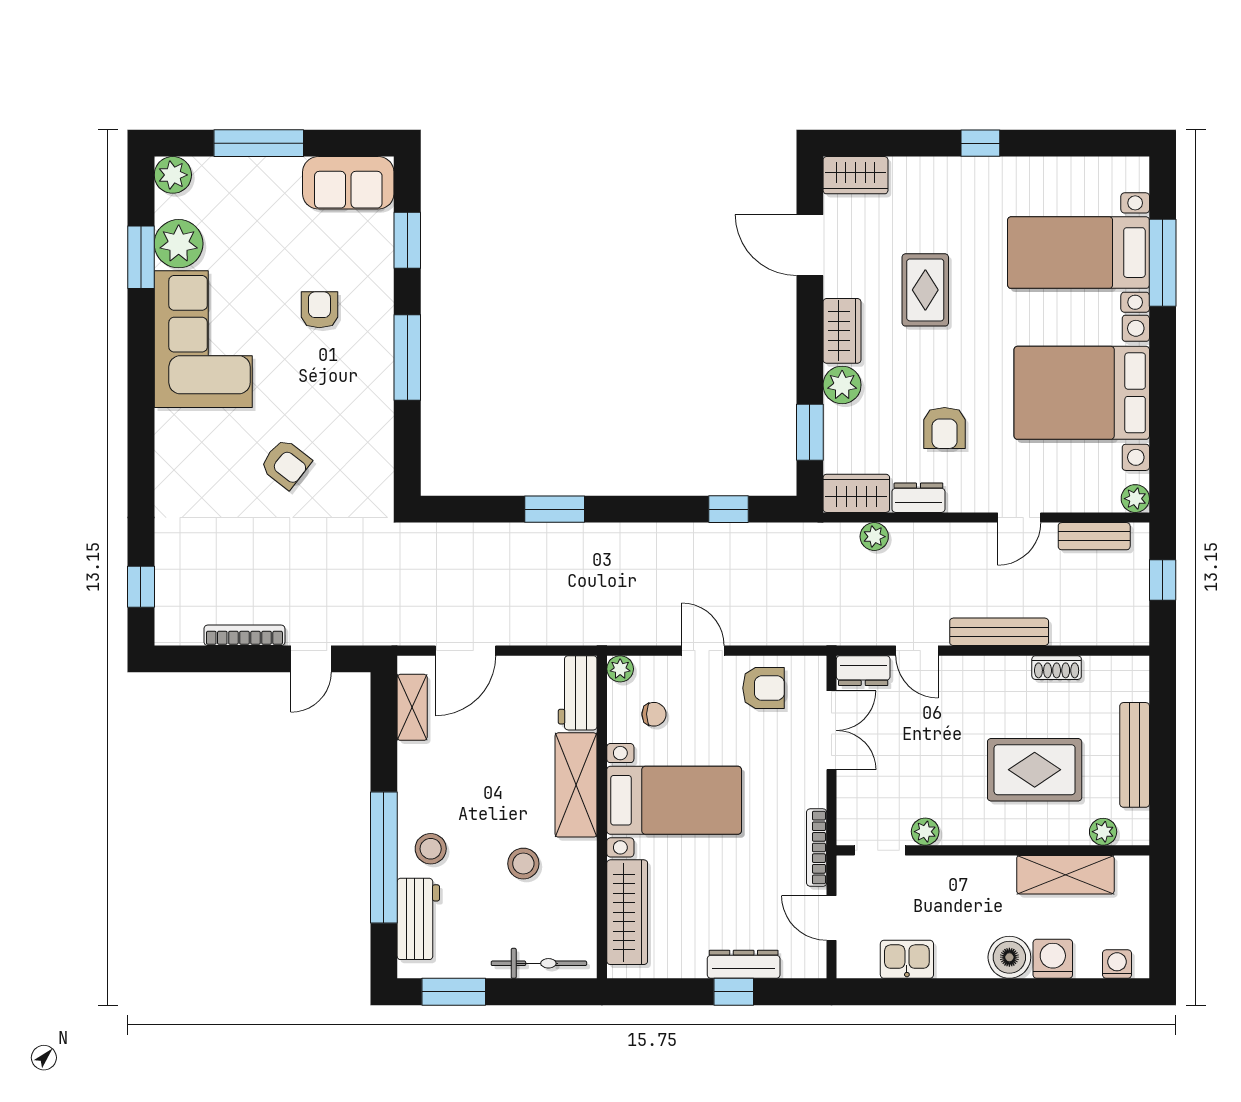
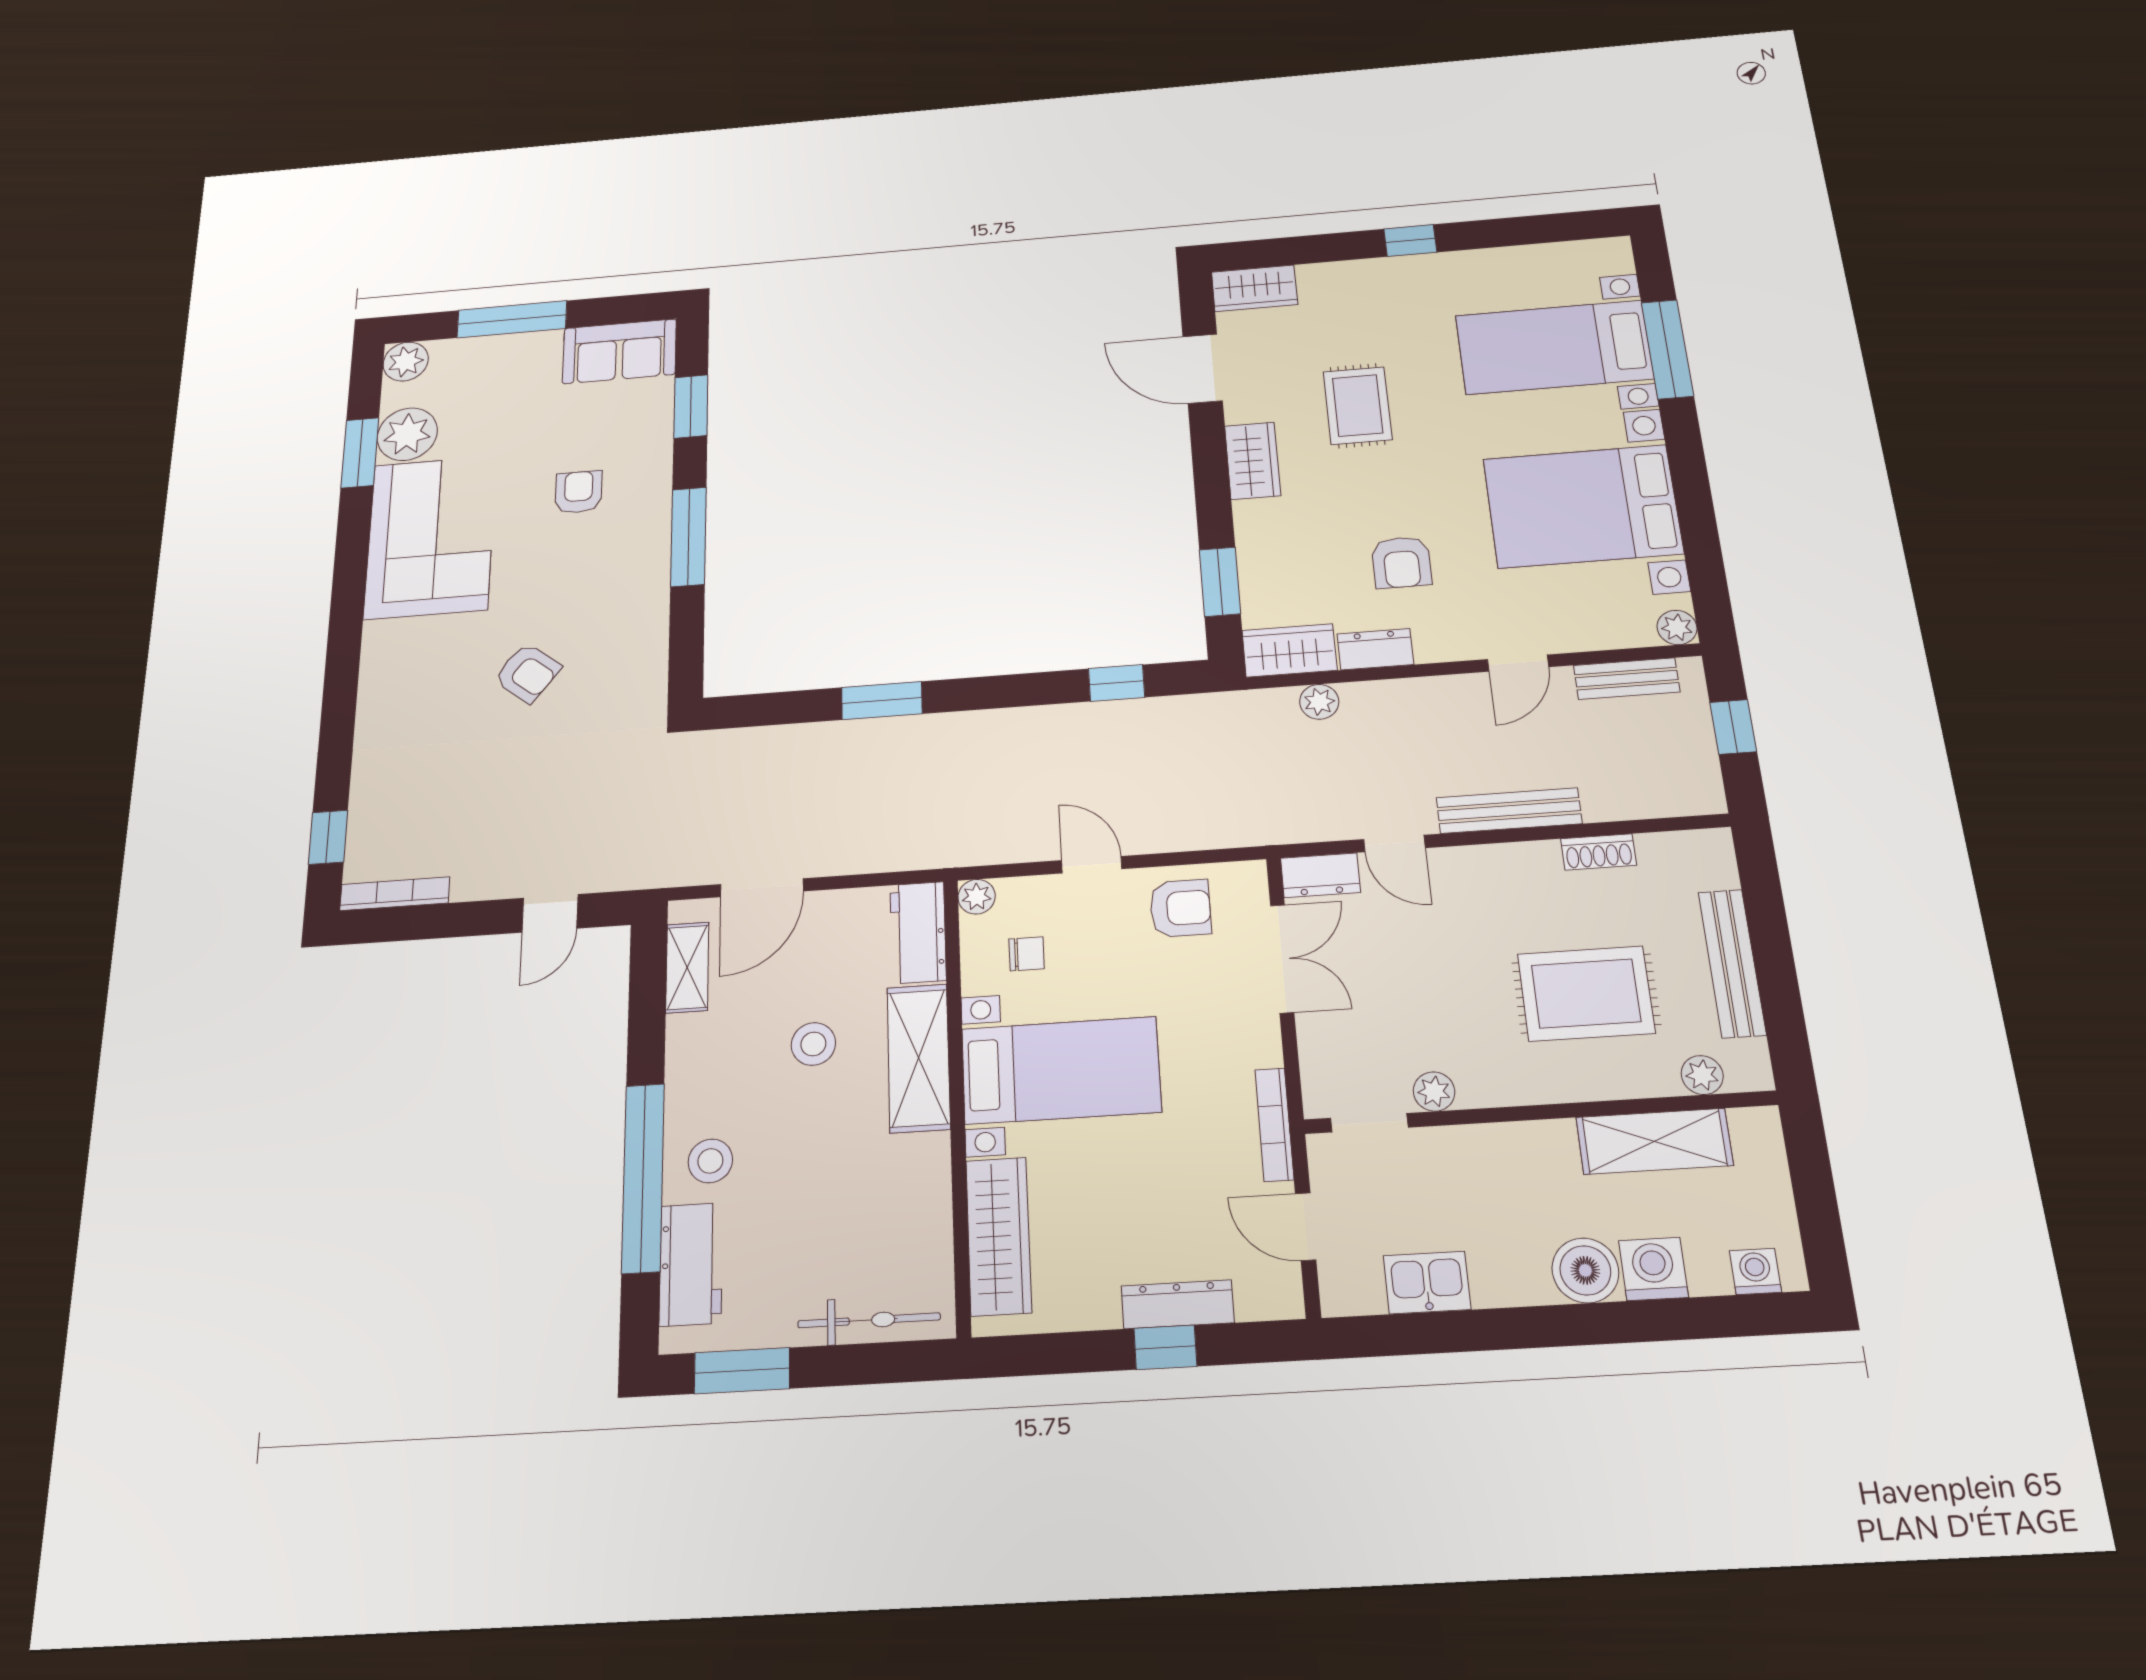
plant: (842, 385) -> (1258, 523), removed
bookcase: (244, 635) -> (395, 894), moved
stool: (523, 864) -> (813, 1044), moved

